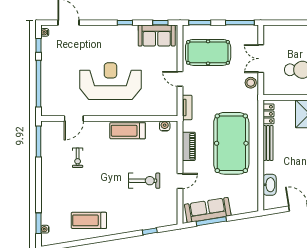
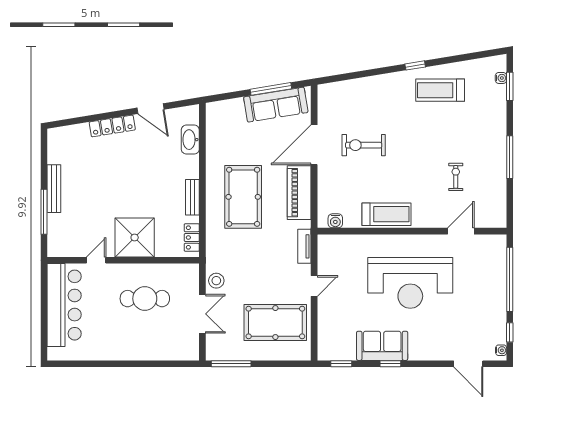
window: (200, 23) -> (287, 364), removed
sofa: (157, 36) -> (382, 346), moved
door: (180, 79) -> (314, 286), hinge flipped
window: (39, 142) -> (510, 157), moved
pool table: (231, 143) -> (243, 197), width x0.73, depth x0.76
bench: (268, 143) -> (192, 197), width x0.73
piano: (189, 146) -> (299, 193), width x1.37, depth x1.33
door: (180, 181) -> (314, 145), width x1.87
treadmill: (89, 220) -> (440, 90), turned 180
window: (150, 231) -> (415, 65), moved

